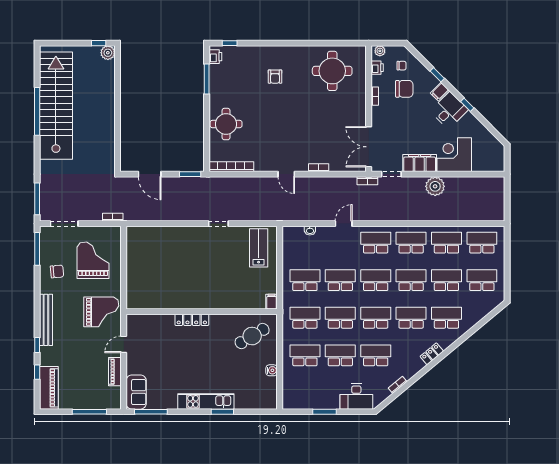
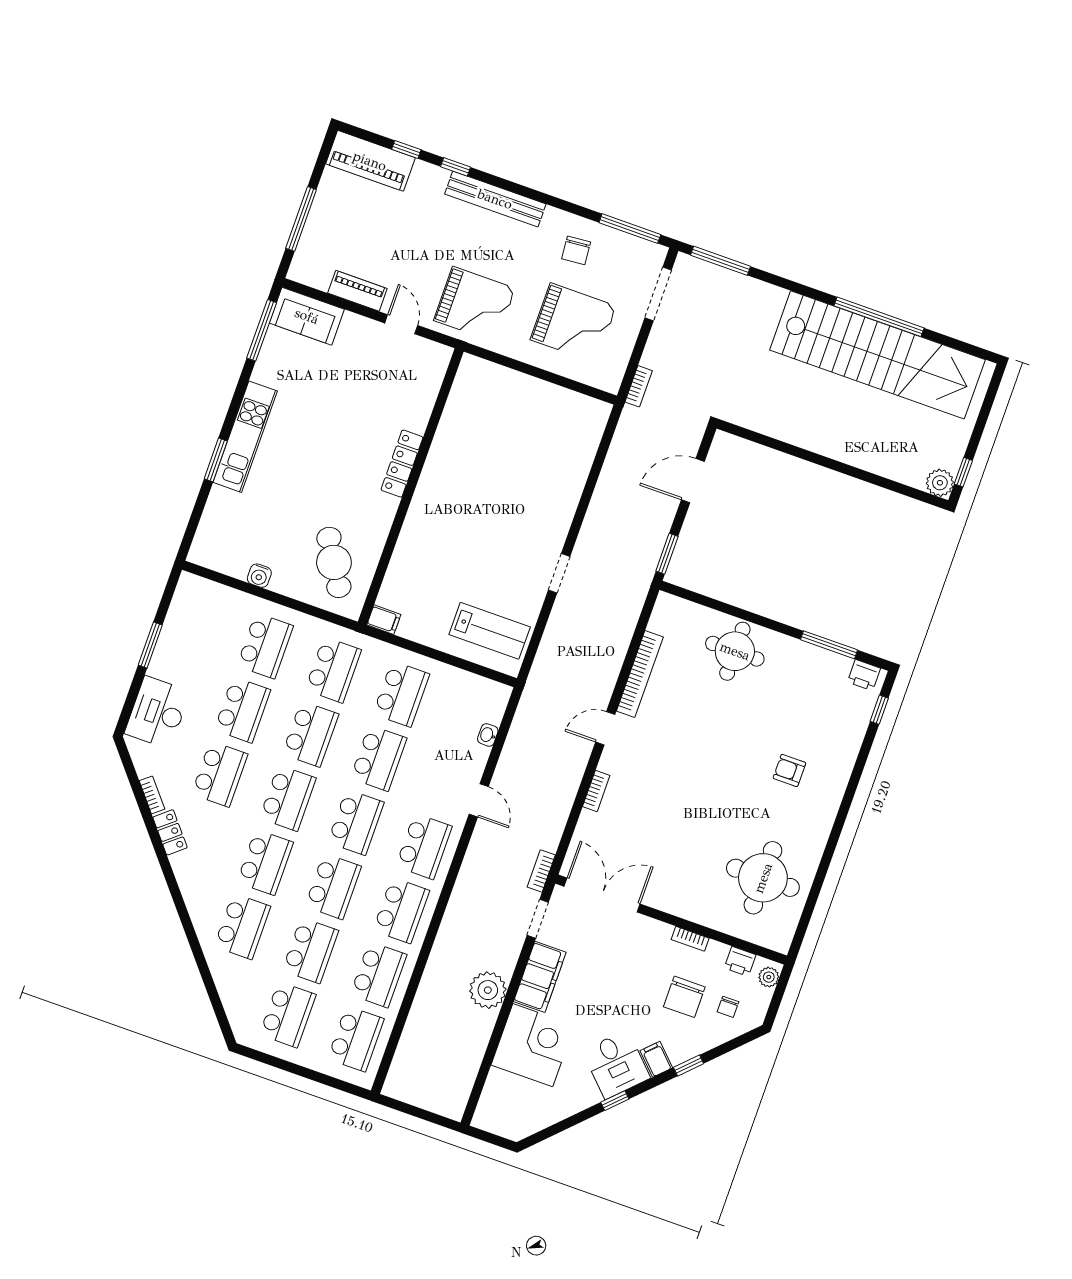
bookcase: (231, 167) -> (640, 674), moved
grand piano: (101, 312) -> (475, 304), turned -90
locker: (432, 354) -> (170, 832), moved

